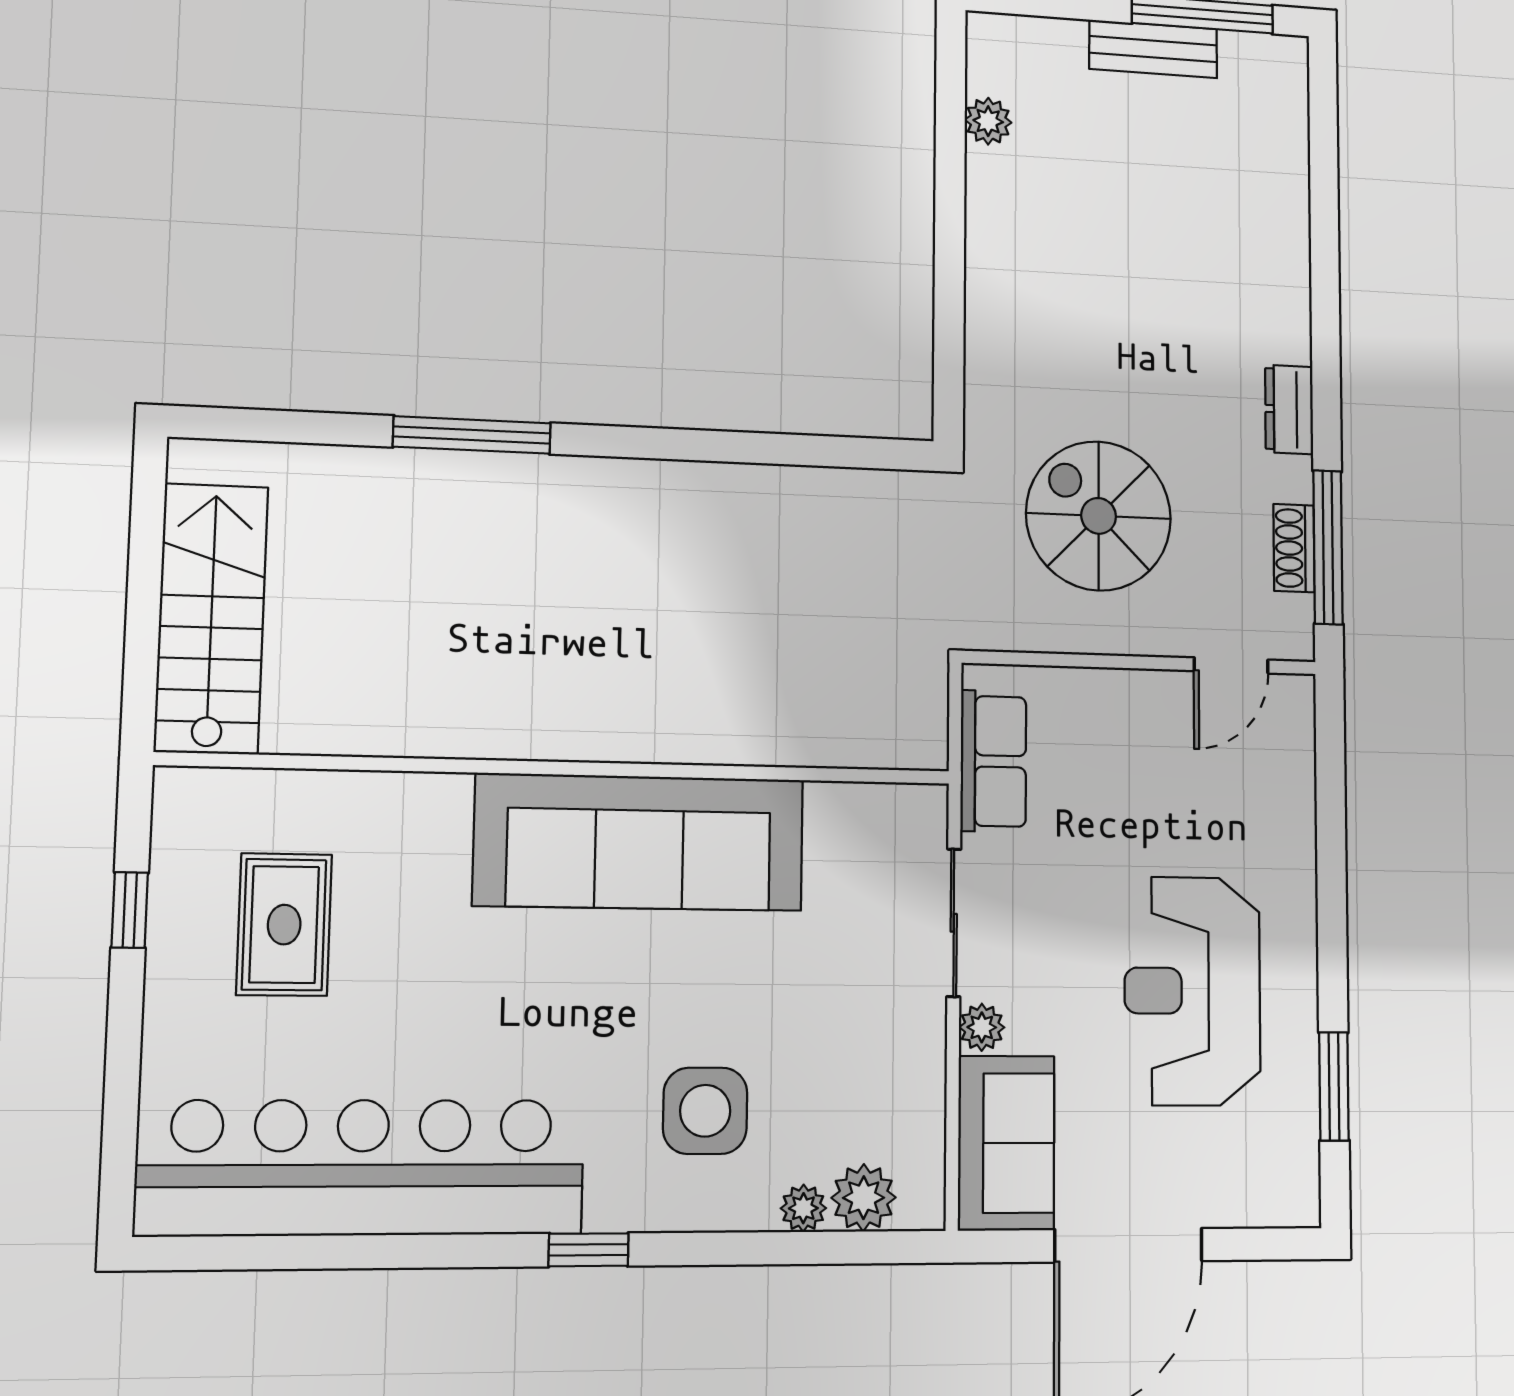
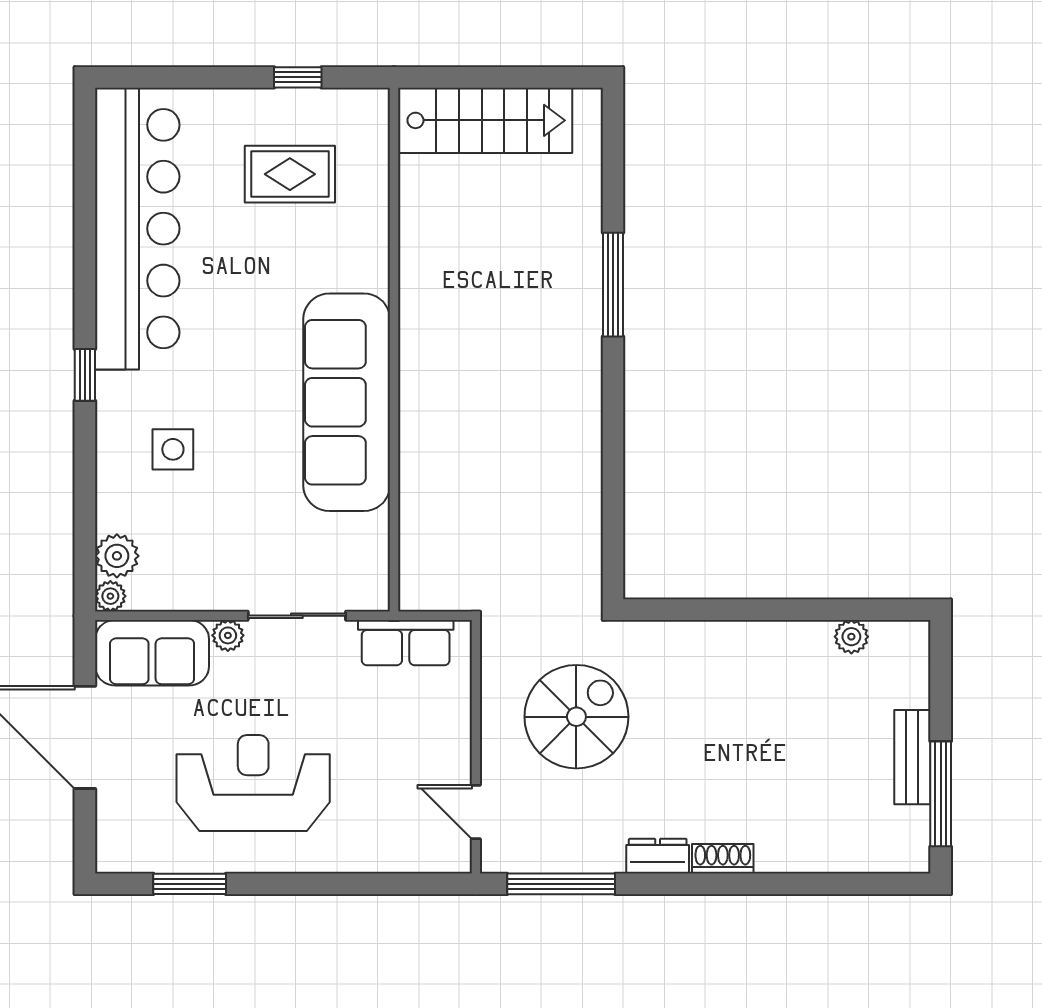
shoe rack: (1294, 548) -> (723, 859), moved
side table: (705, 1111) -> (173, 449), width x0.73, depth x0.73
plant: (803, 1208) -> (110, 596), moved

